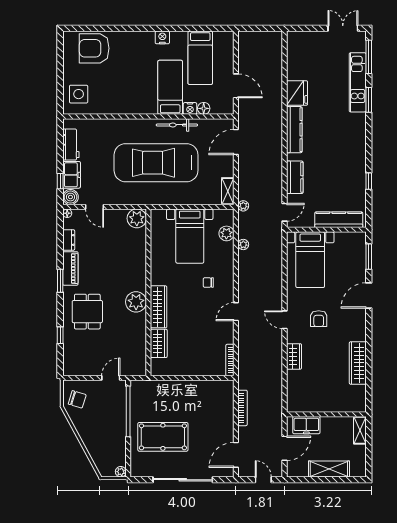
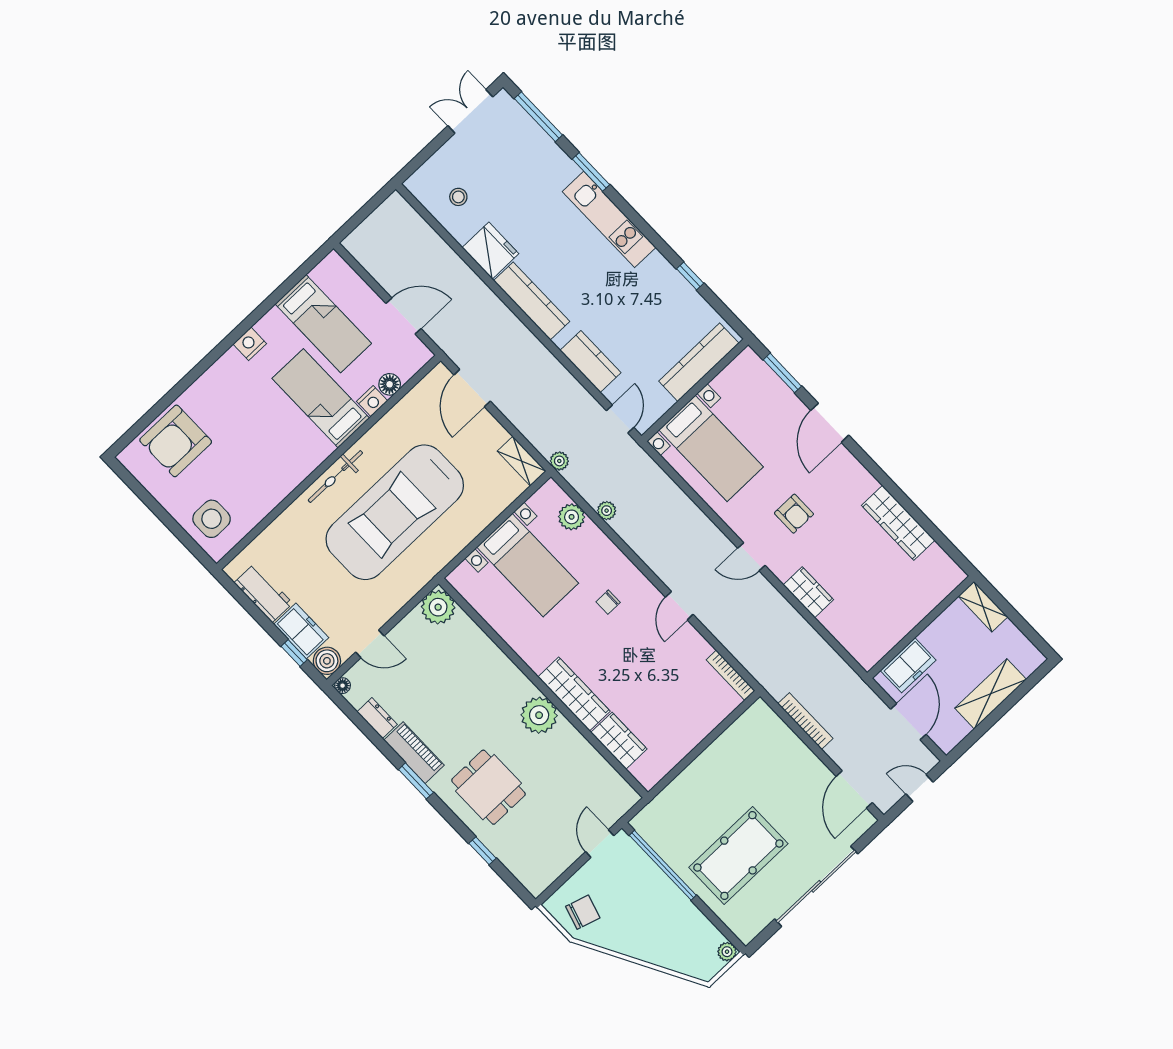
stool: (305, 59) -> (458, 197), added
kitchen unit: (358, 82) -> (609, 219), moved
bicycle: (177, 125) -> (335, 477), moved

